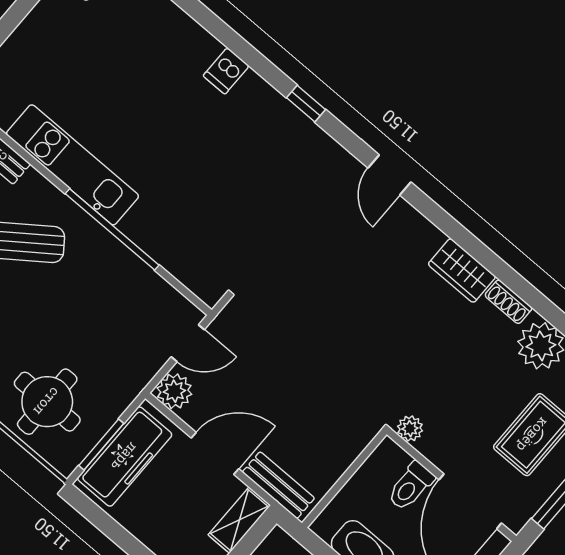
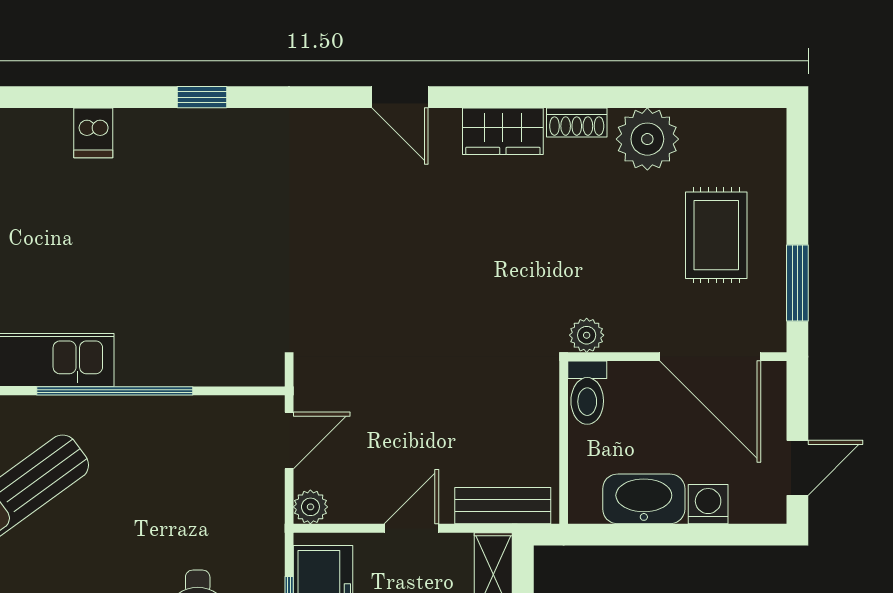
door: (390, 175) -> (400, 97), moved
plant: (174, 391) -> (310, 507), width x0.73, depth x0.73
door: (215, 453) -> (411, 528), width x0.73
toilet: (411, 486) -> (587, 393), moved

